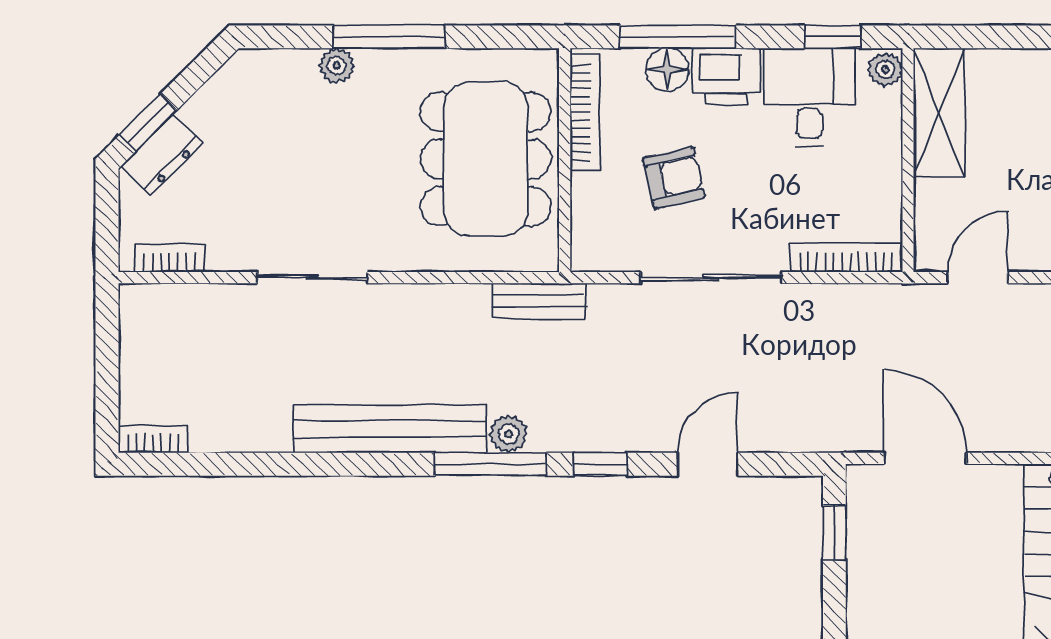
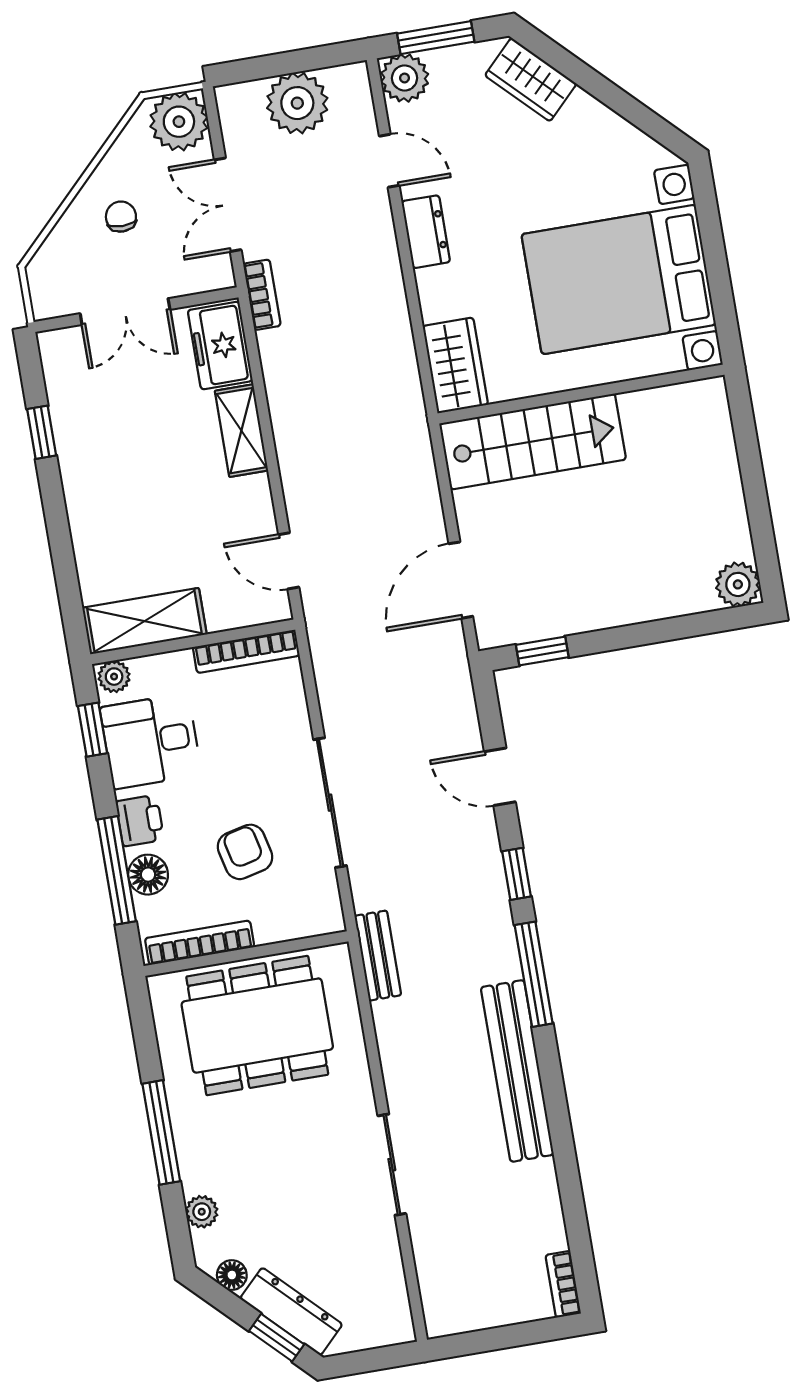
plant: (337, 66) -> (202, 1212), moved
printer: (727, 76) -> (140, 821), width x0.73, depth x0.81
floor lamp: (223, 86) -> (232, 1275), added
dresser: (162, 155) -> (291, 1312), width x1.44
bookcase: (169, 258) -> (396, 1298), removed
bookcase: (846, 258) -> (246, 651), moved, turned -90
plant: (508, 434) -> (503, 962), removed

